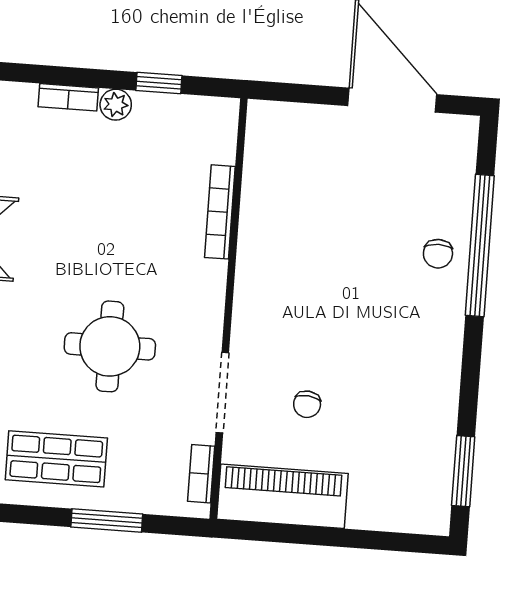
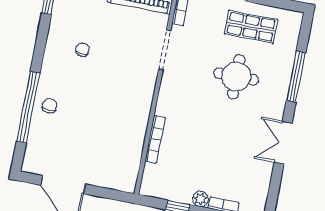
round table: (110, 346) -> (236, 77), moved
chair: (307, 404) -> (82, 50), moved

